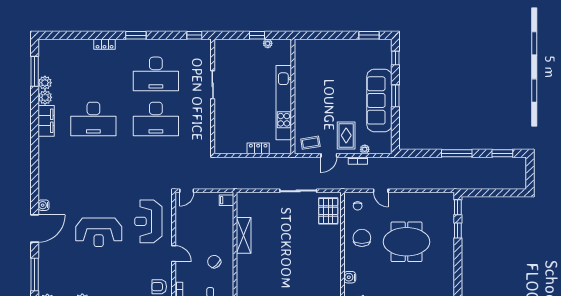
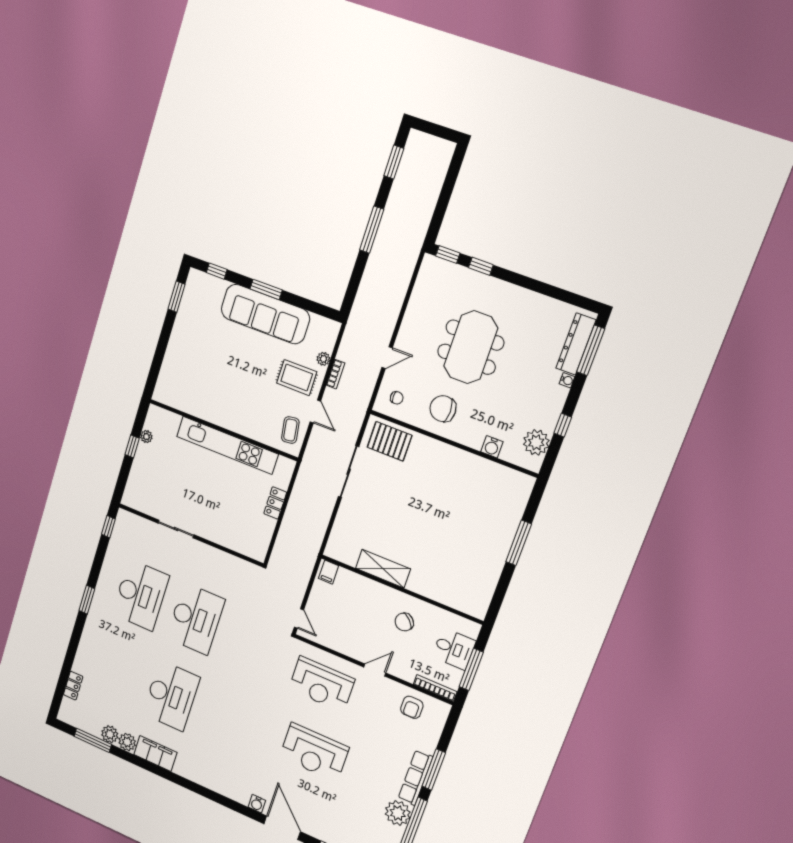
locker: (105, 44) -> (73, 686), moved
reception desk: (99, 232) -> (314, 752), turned 90

